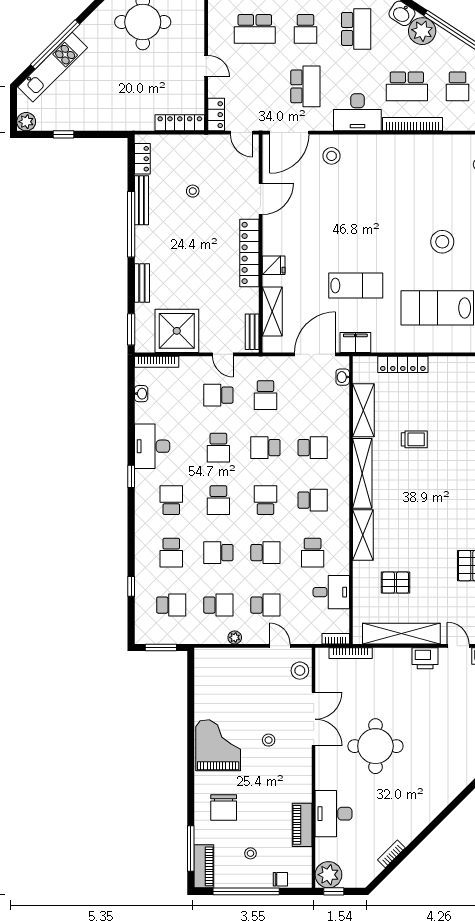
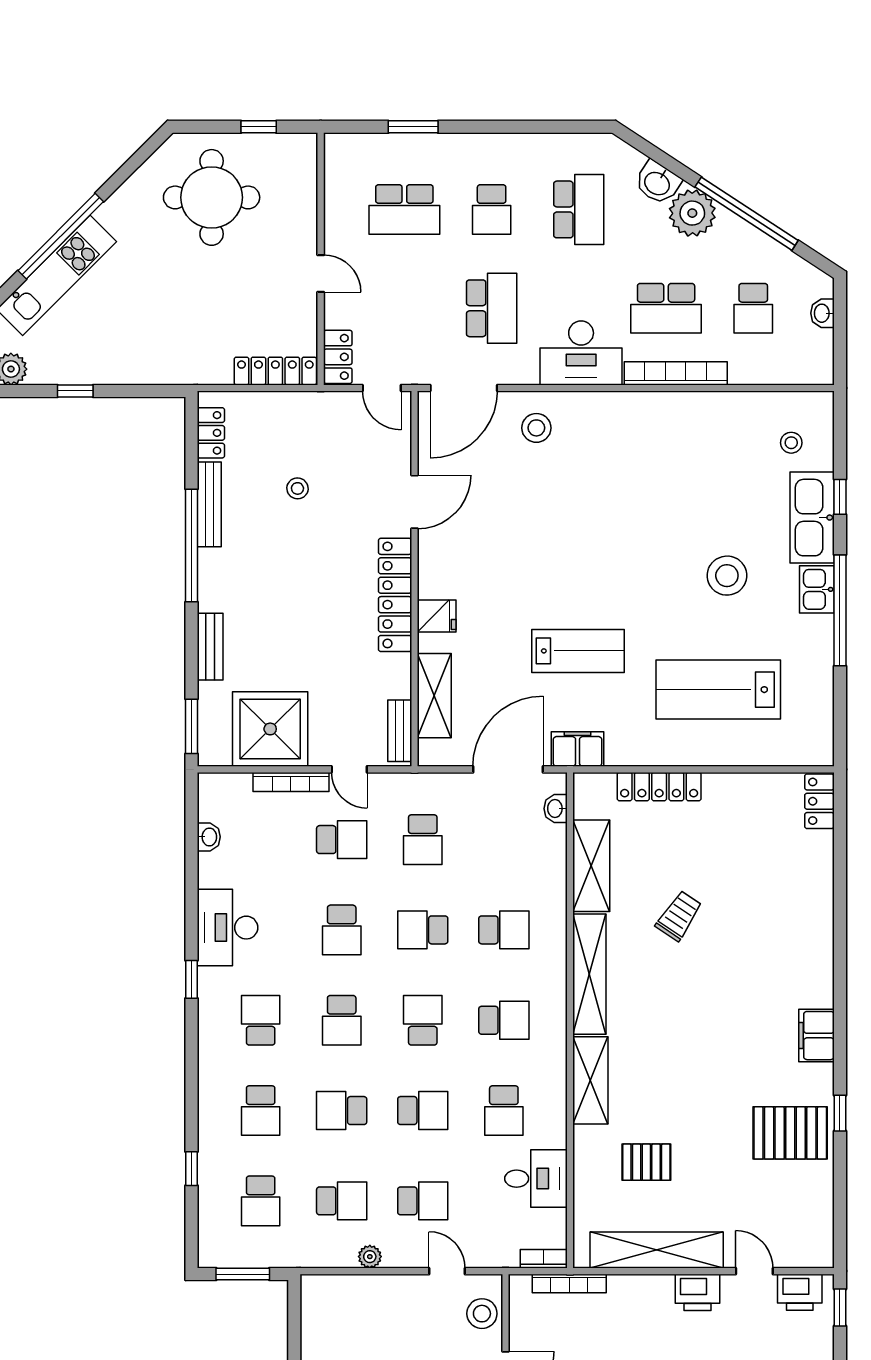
bookcase: (157, 362) -> (291, 782), moved
school desk: (218, 395) -> (342, 840), turned 180
trolley: (414, 439) -> (679, 916), turned -56
school desk: (171, 605) -> (261, 1201), turned 90

